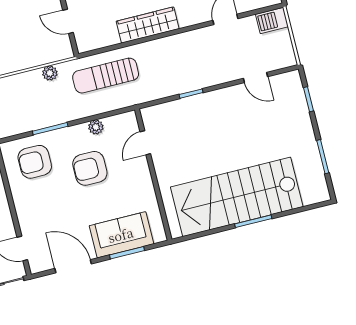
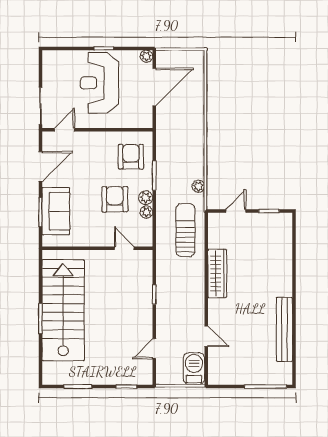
barbecue: (272, 20) -> (194, 369), width x1.38, depth x1.27
plant: (79, 132) -> (146, 198), added

